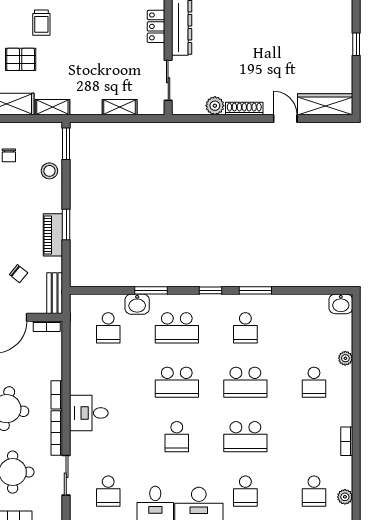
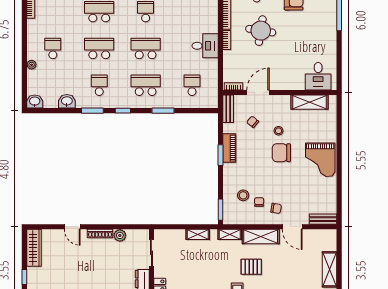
wardrobe: (325, 104) -> (34, 248), moved, turned -90
shelving: (120, 107) -> (198, 234), moved
stool: (49, 171) -> (243, 195), moved
washbasin: (137, 304) -> (67, 101), moved
desk: (89, 413) -> (205, 46), moved

